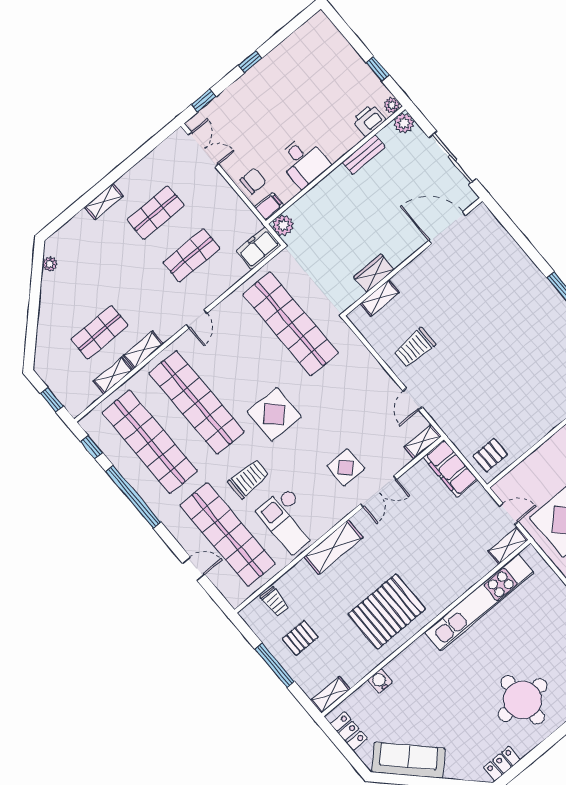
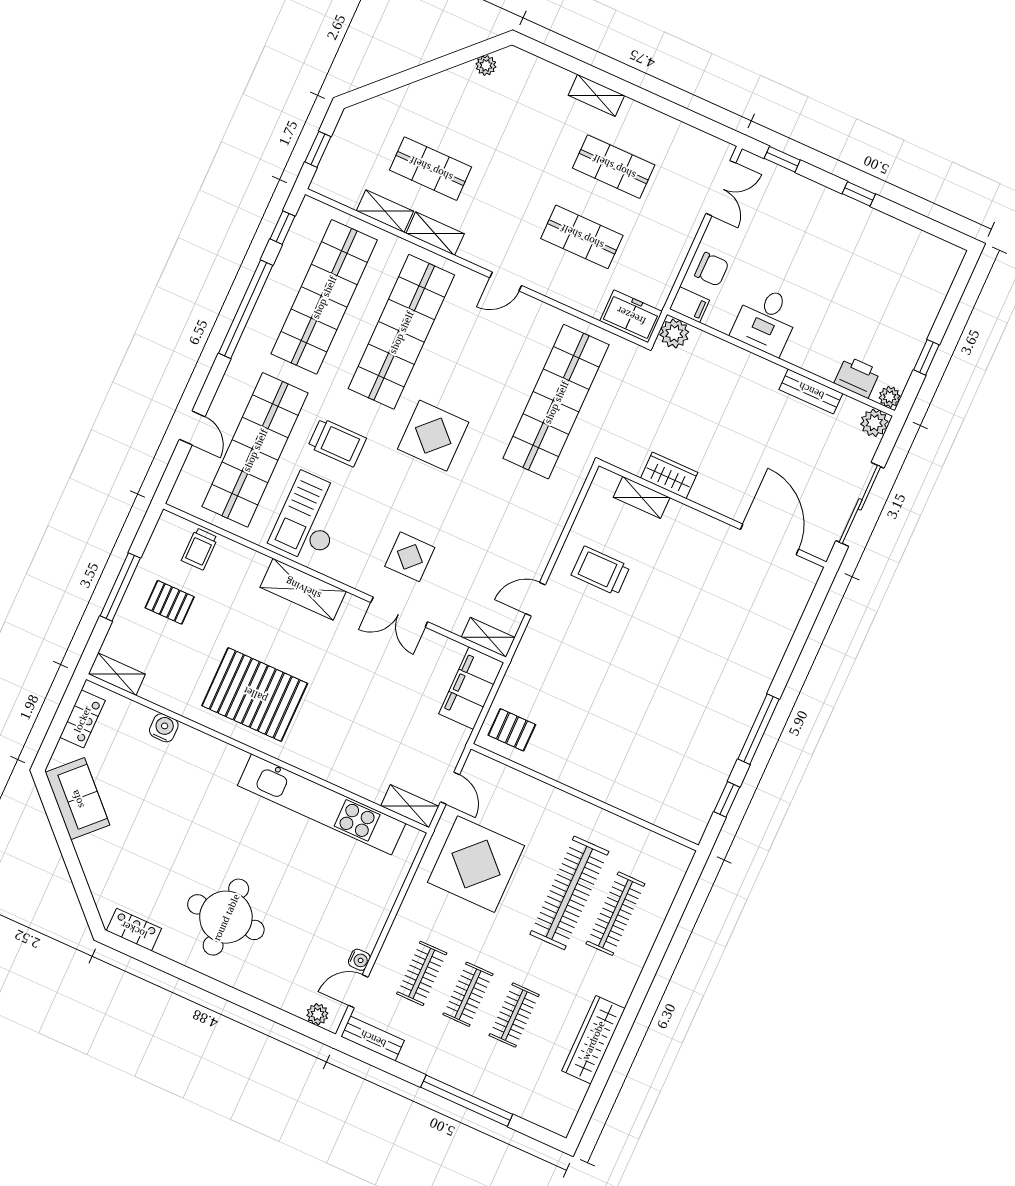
sofa: (408, 760) -> (77, 799), width x0.73

